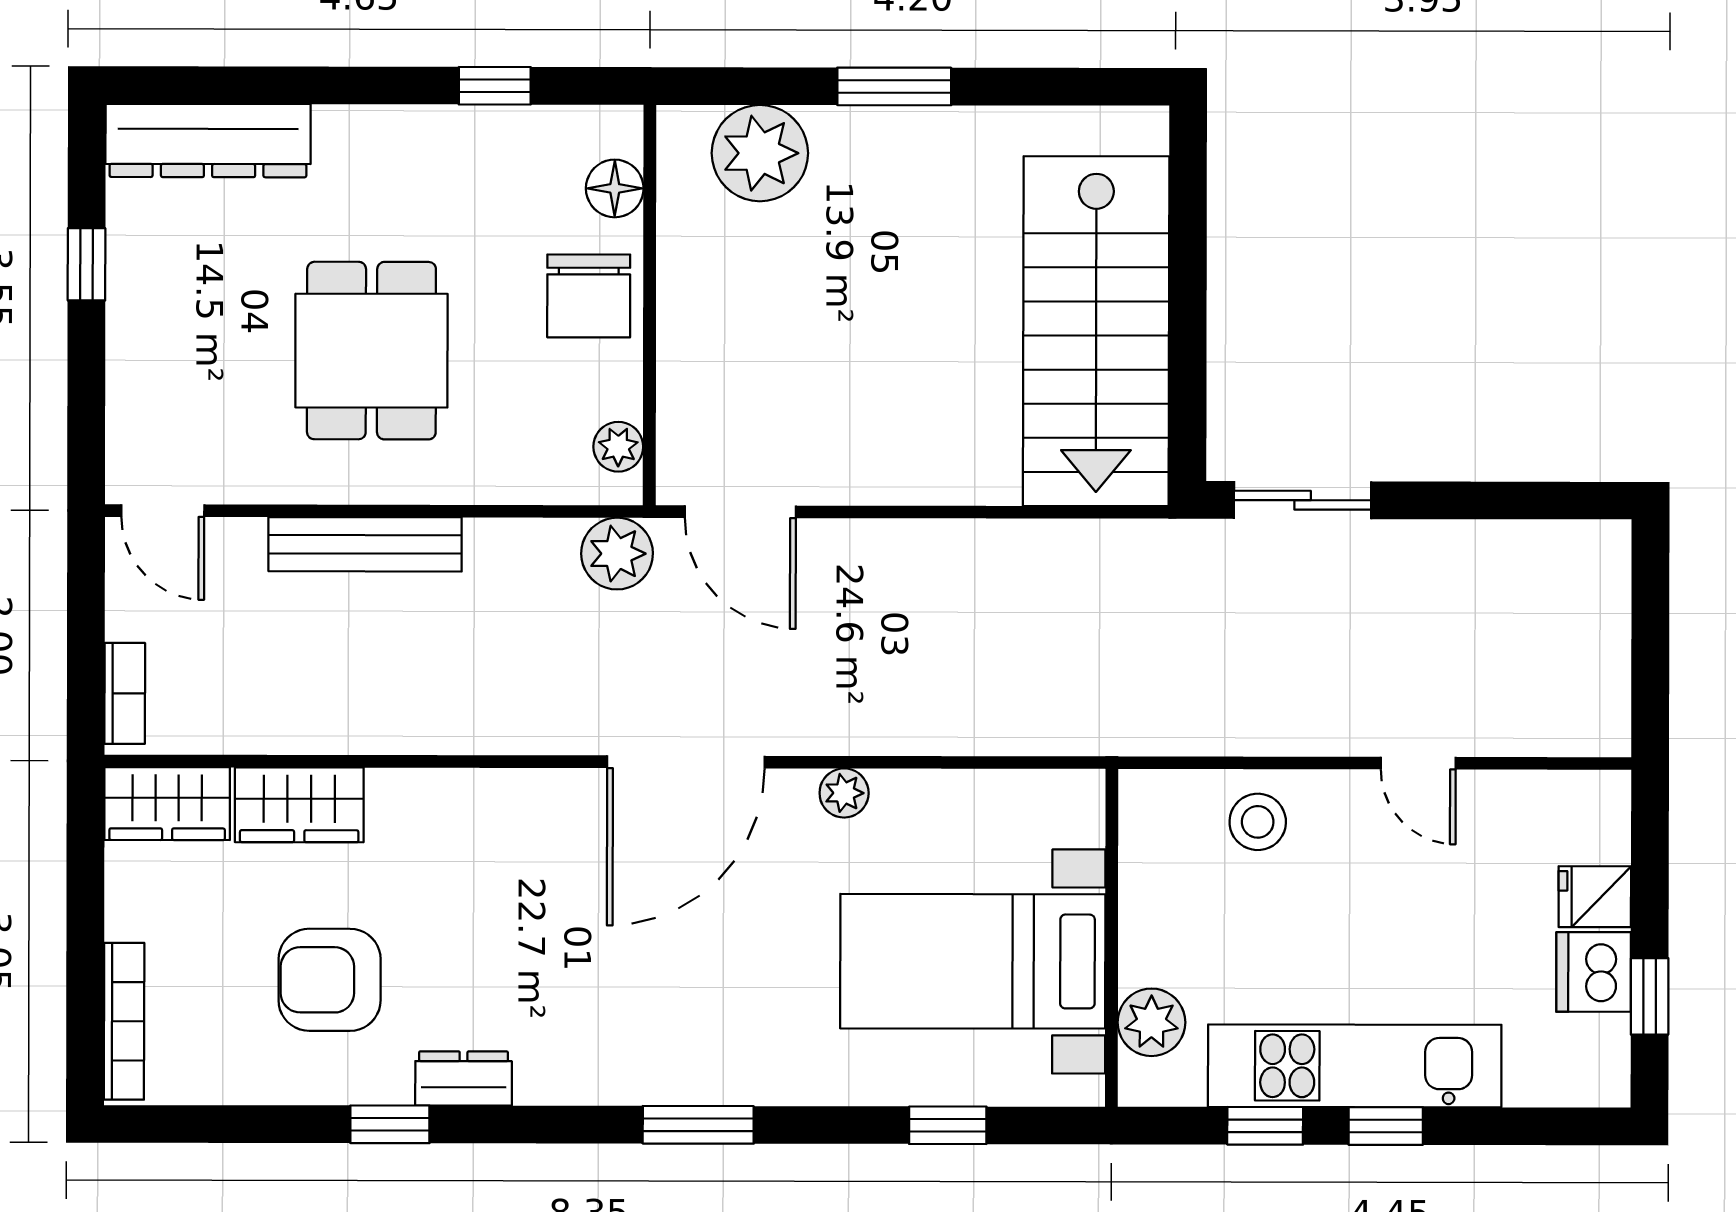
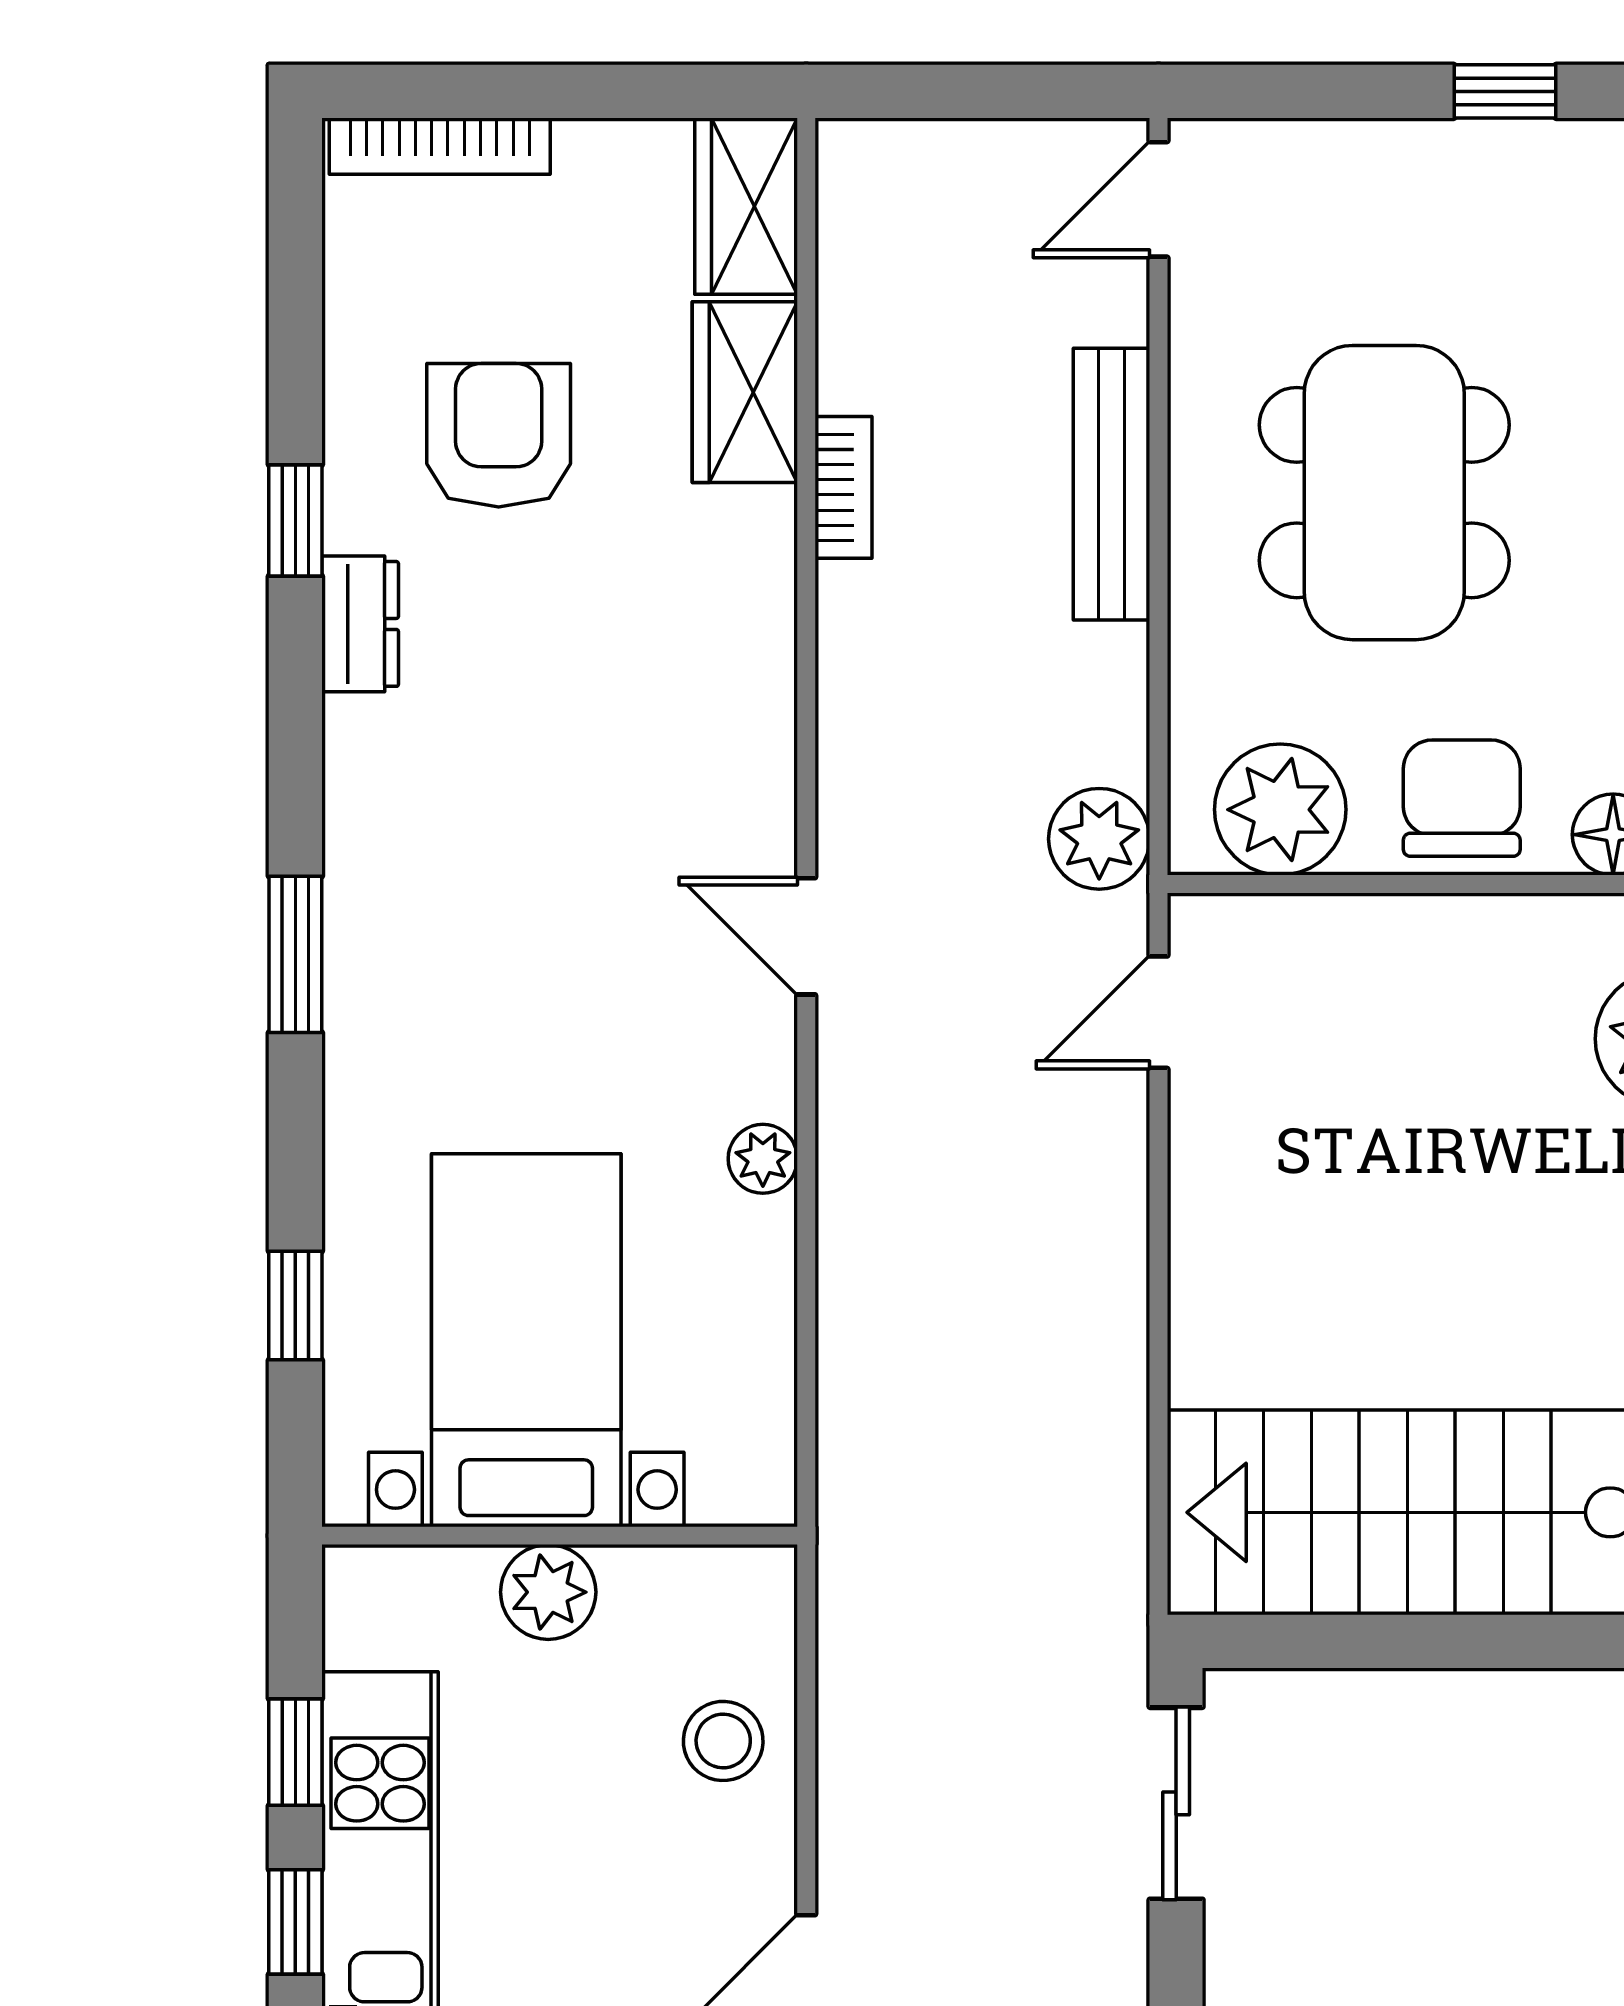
chair: (589, 296) -> (1462, 798), turned 90
dining table: (371, 351) -> (1384, 493), width x1.38
plant: (618, 447) -> (1280, 810), width x1.87, depth x1.87
door: (740, 512) -> (1158, 1012), width x0.73
bookcase: (125, 693) -> (843, 487), moved, turned -90
door: (686, 762) -> (806, 936), width x0.53
plant: (1151, 1022) -> (548, 1592), moved

